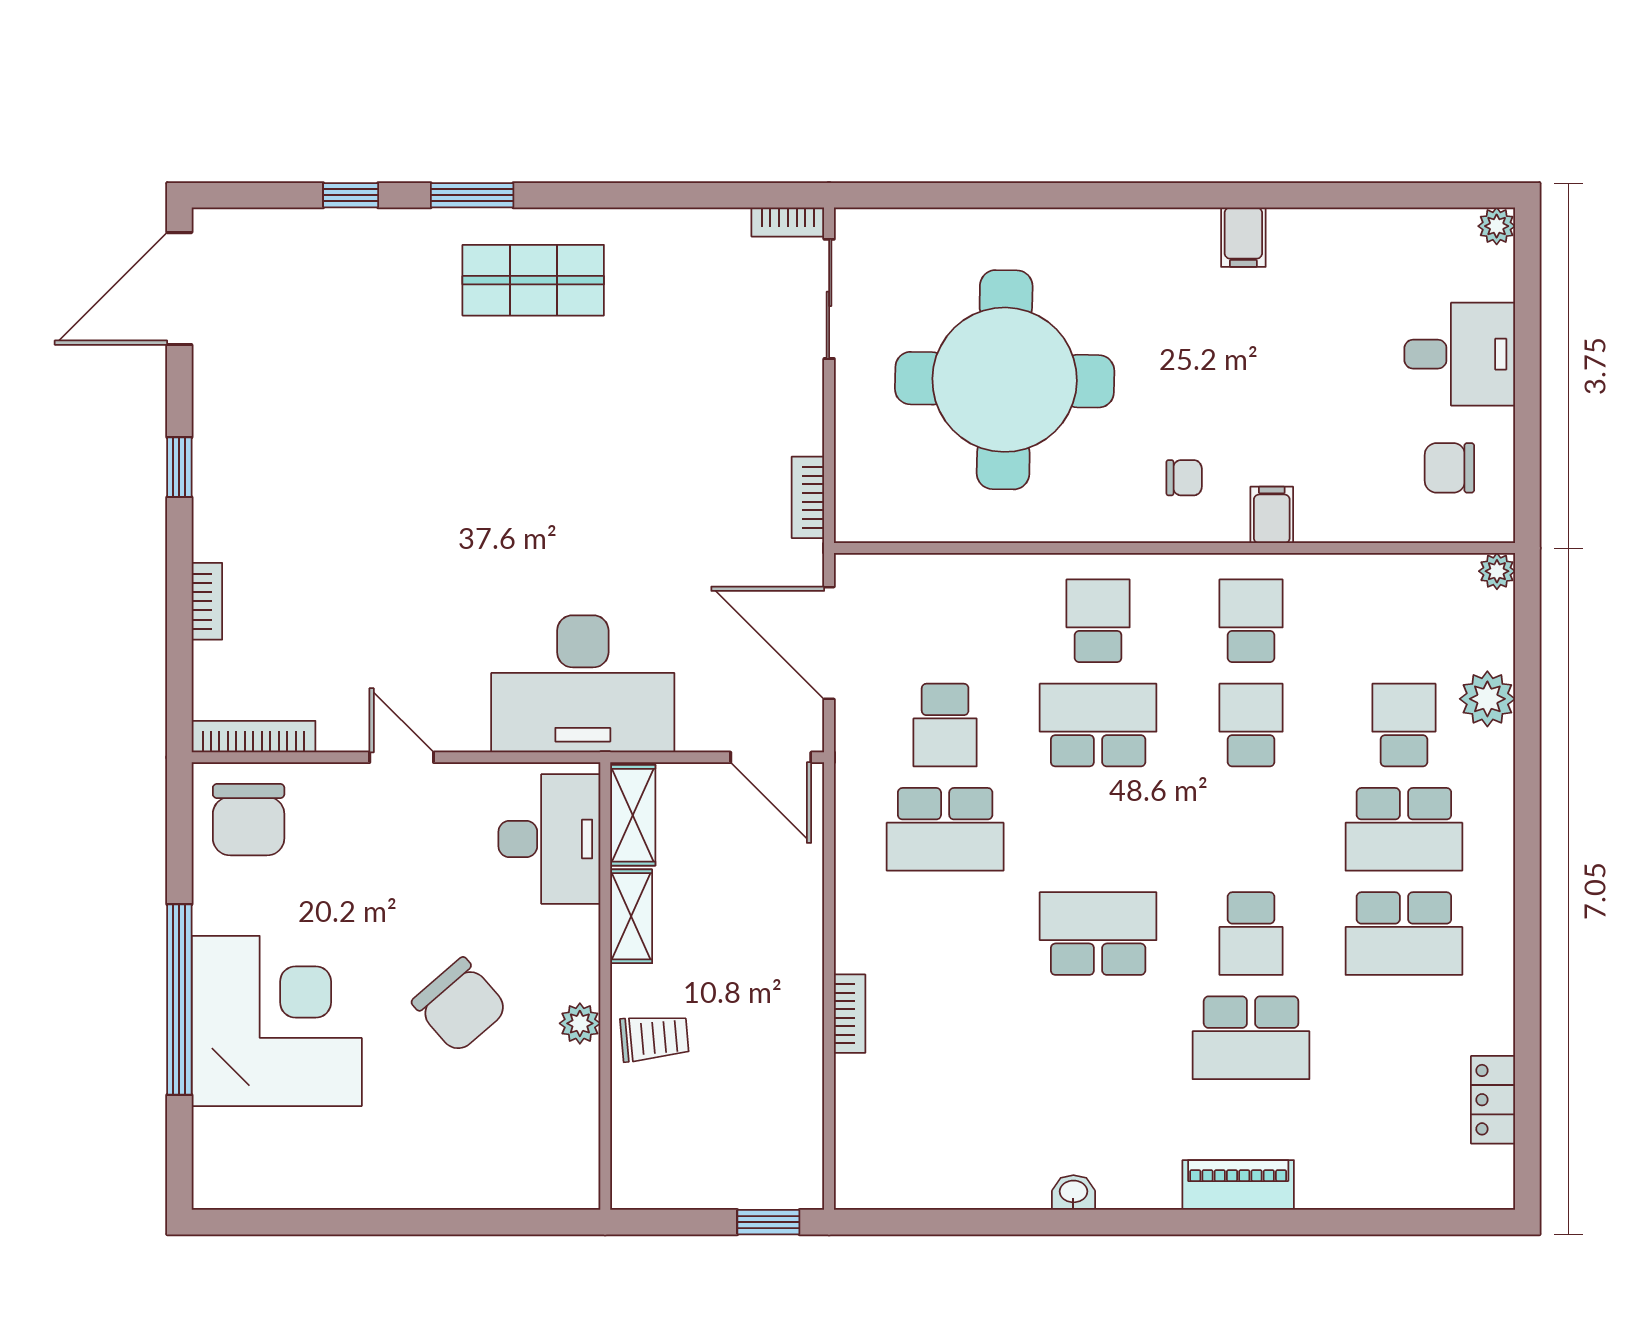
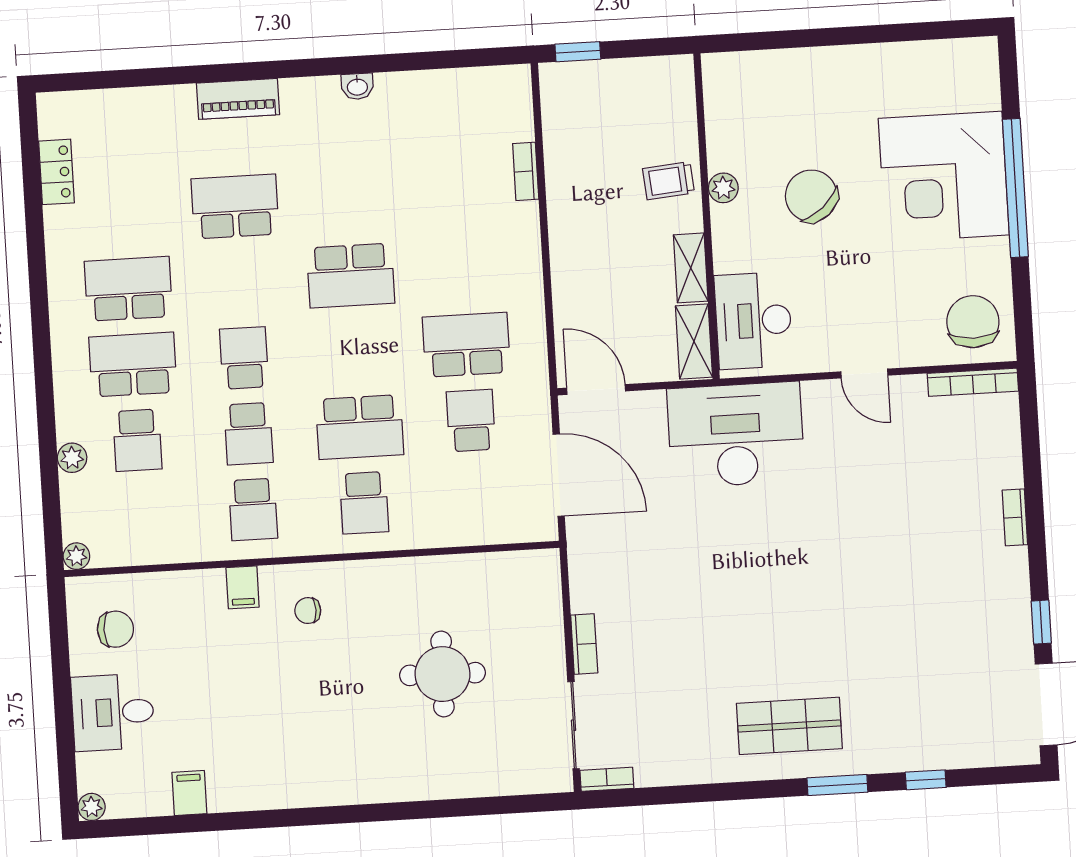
filing cabinet: (1243, 237) -> (189, 793), moved
round table: (1005, 380) -> (442, 674), width x0.54, depth x0.54
window: (179, 467) -> (1041, 622), moved
bookcase: (808, 497) -> (584, 644), moved
bookcase: (207, 601) -> (1015, 517), moved
plant: (1487, 699) -> (72, 458), width x0.73, depth x0.73
school desk: (1251, 934) -> (244, 358), moved
bookcase: (850, 1014) -> (526, 171), moved

